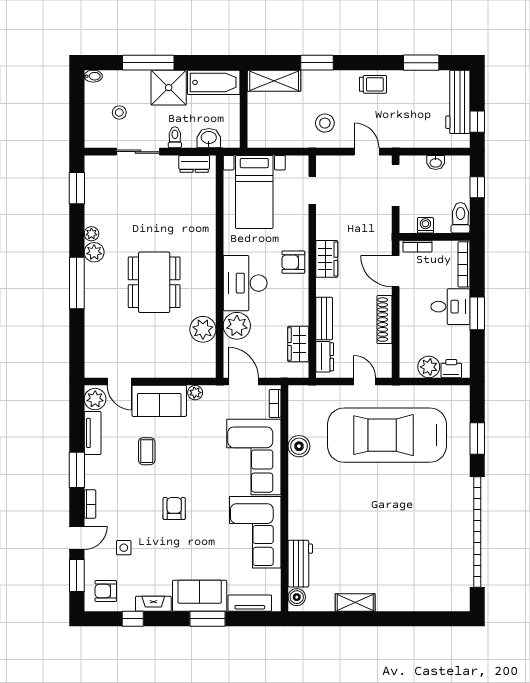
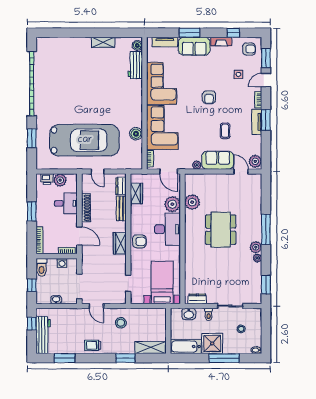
desk: (450, 307) -> (66, 203), moved, turned 180
tv unit: (93, 433) -> (257, 122), moved

